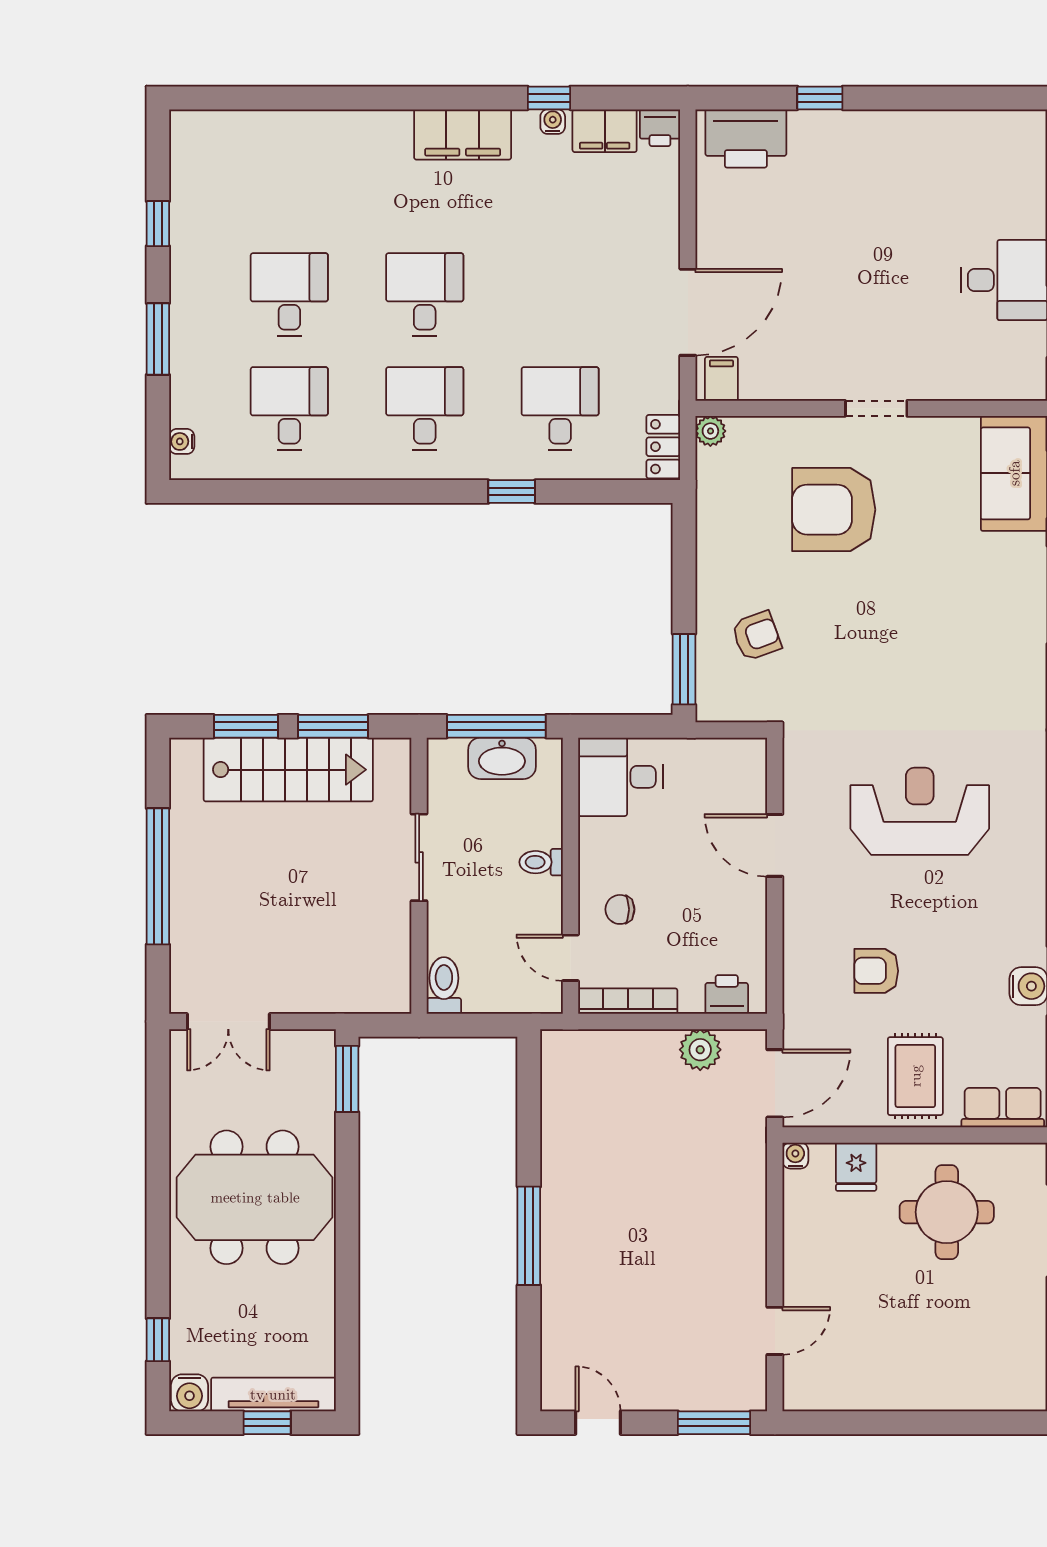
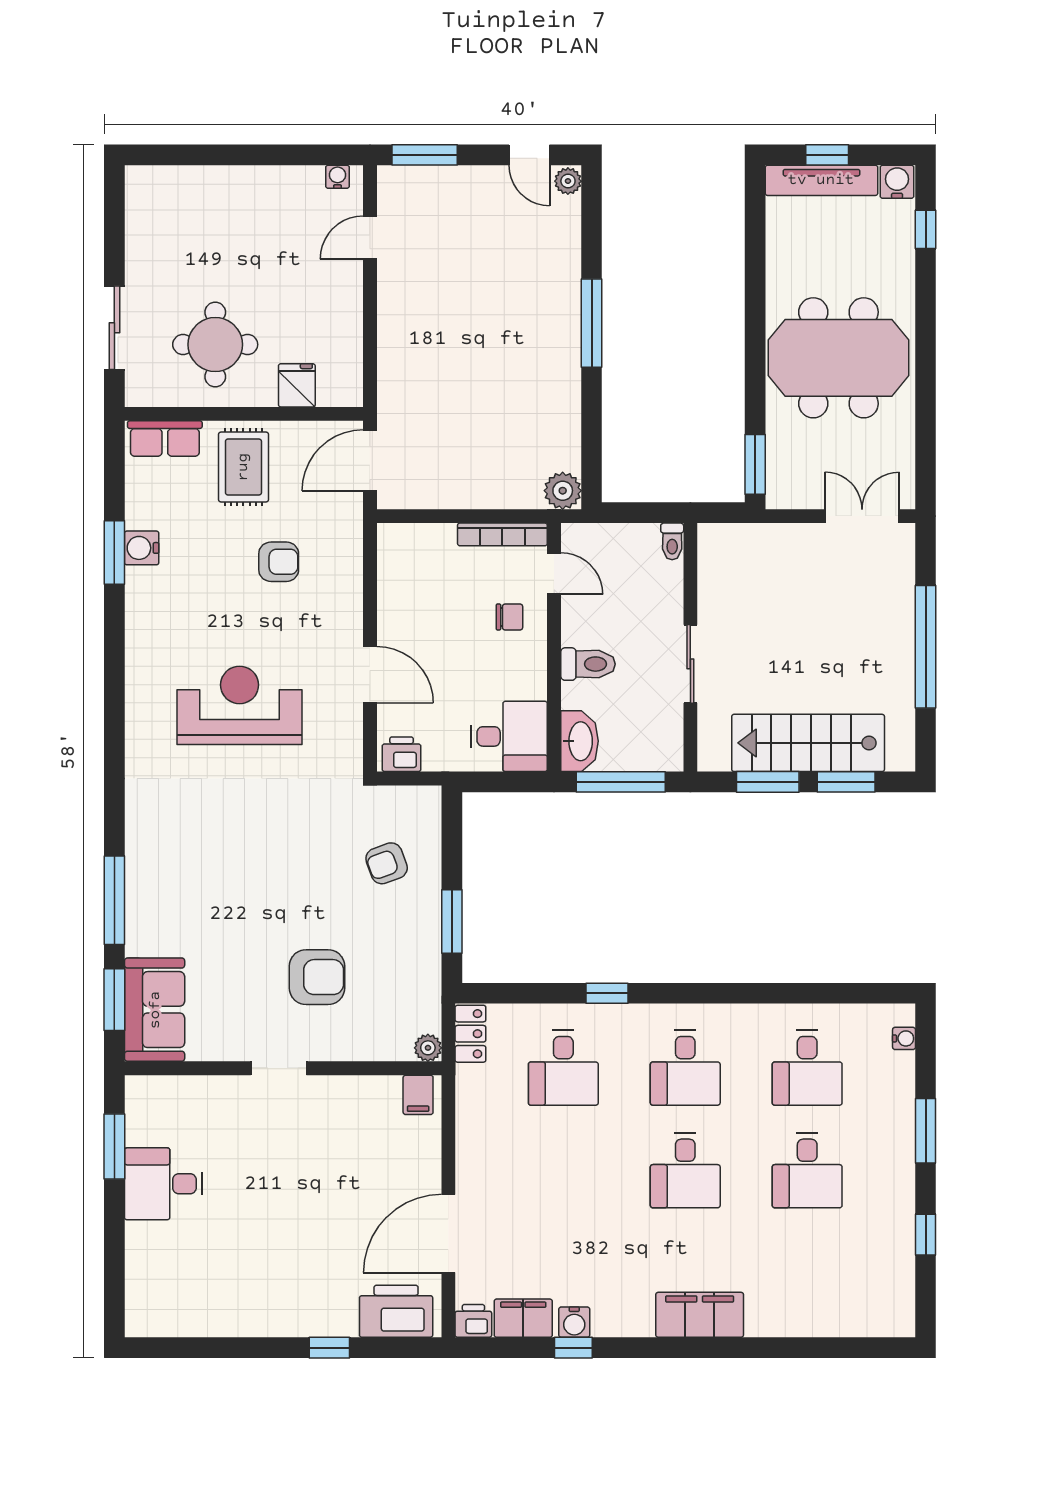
water cooler: (553, 122) -> (574, 1322), width x1.38, depth x1.38
filing cabinet: (463, 134) -> (700, 1315), moved
door: (688, 312) -> (448, 1233), moved
armchair: (834, 510) -> (317, 977), width x0.73, depth x0.73
window: (684, 669) -> (452, 922), moved
washbasin: (502, 758) -> (579, 741), moved, turned 90
reception desk: (920, 811) -> (240, 705), turned 180
toilet: (541, 862) -> (588, 664), width x1.37, depth x1.39
toilet: (444, 985) -> (672, 541), width x0.73, depth x0.72
printer: (727, 995) -> (402, 754), moved, turned 180
plant: (700, 1050) -> (563, 491), moved
water cooler: (795, 1156) -> (338, 177), moved, turned 180
plant: (555, 1394) -> (568, 181), added

